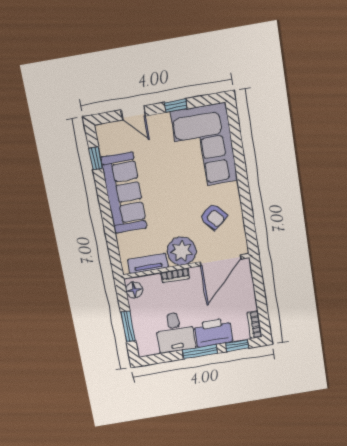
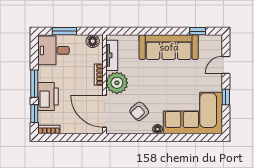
floor lamp: (233, 189) -> (158, 129), added
desk: (175, 332) -> (53, 50), moved

